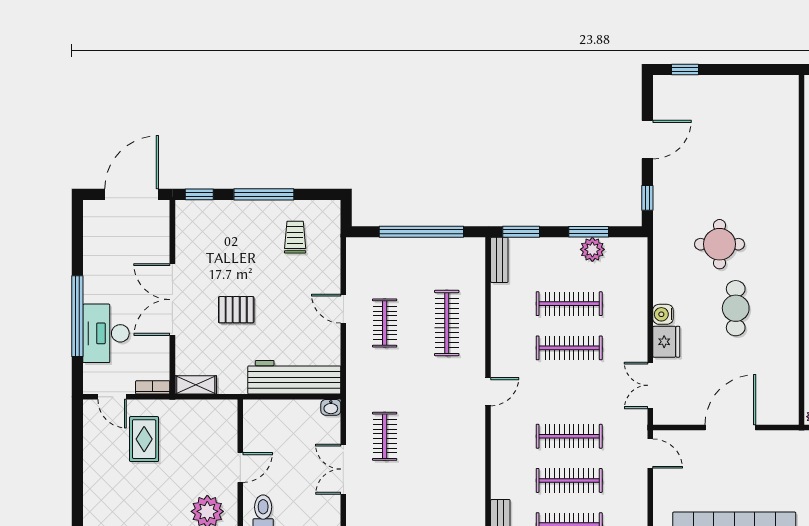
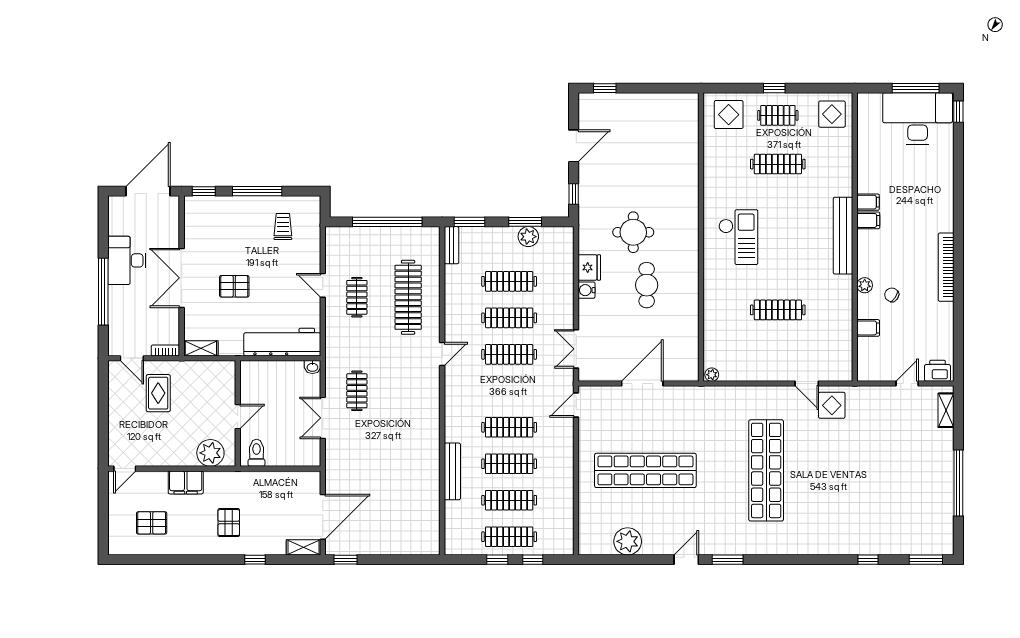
clothes rail: (447, 323) -> (408, 297), width x1.37, depth x1.31
desk: (106, 333) -> (127, 260), moved
fridge: (666, 342) -> (589, 267), moved
clothes rail: (569, 436) -> (509, 354), moved
door: (650, 454) -> (576, 405), swing flipped

